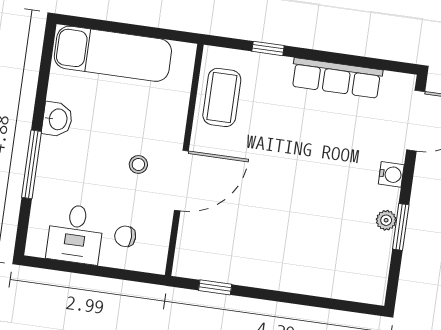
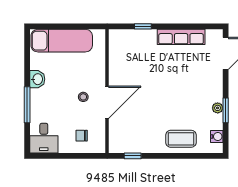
coffee table: (222, 97) -> (181, 139), moved, turned 90
water cooler: (391, 174) -> (217, 136), moved
desk: (75, 234) -> (44, 138), moved

